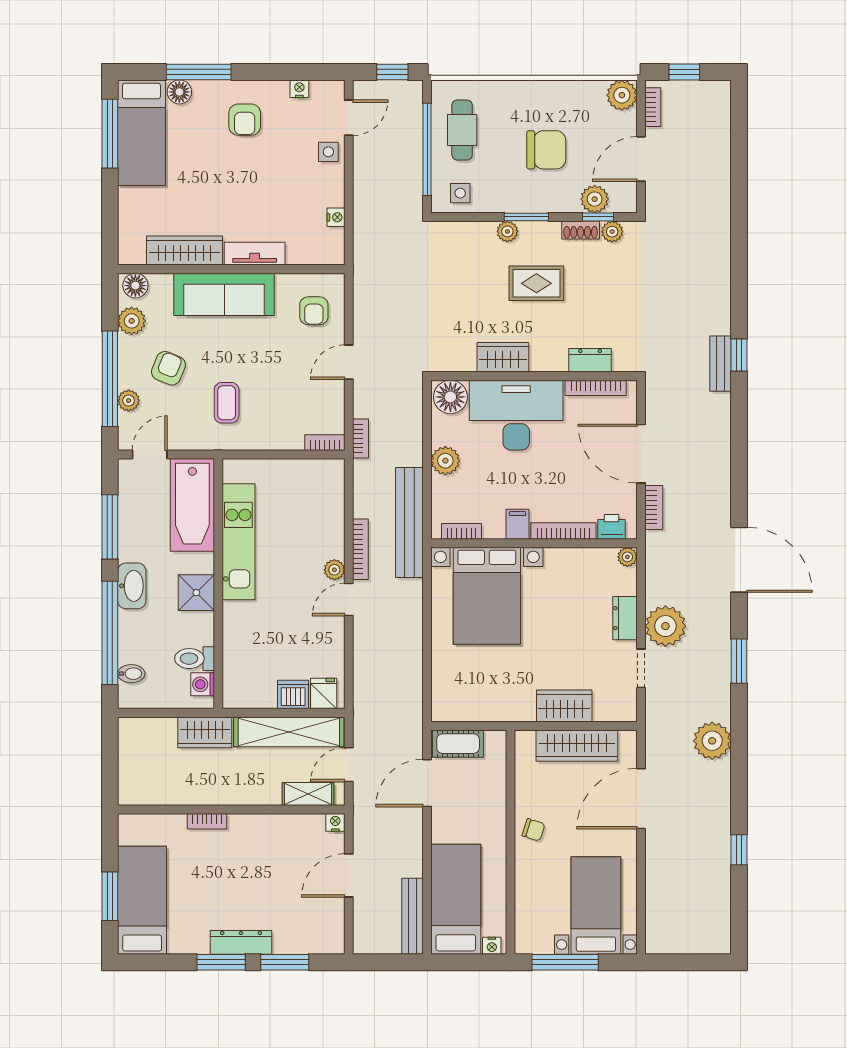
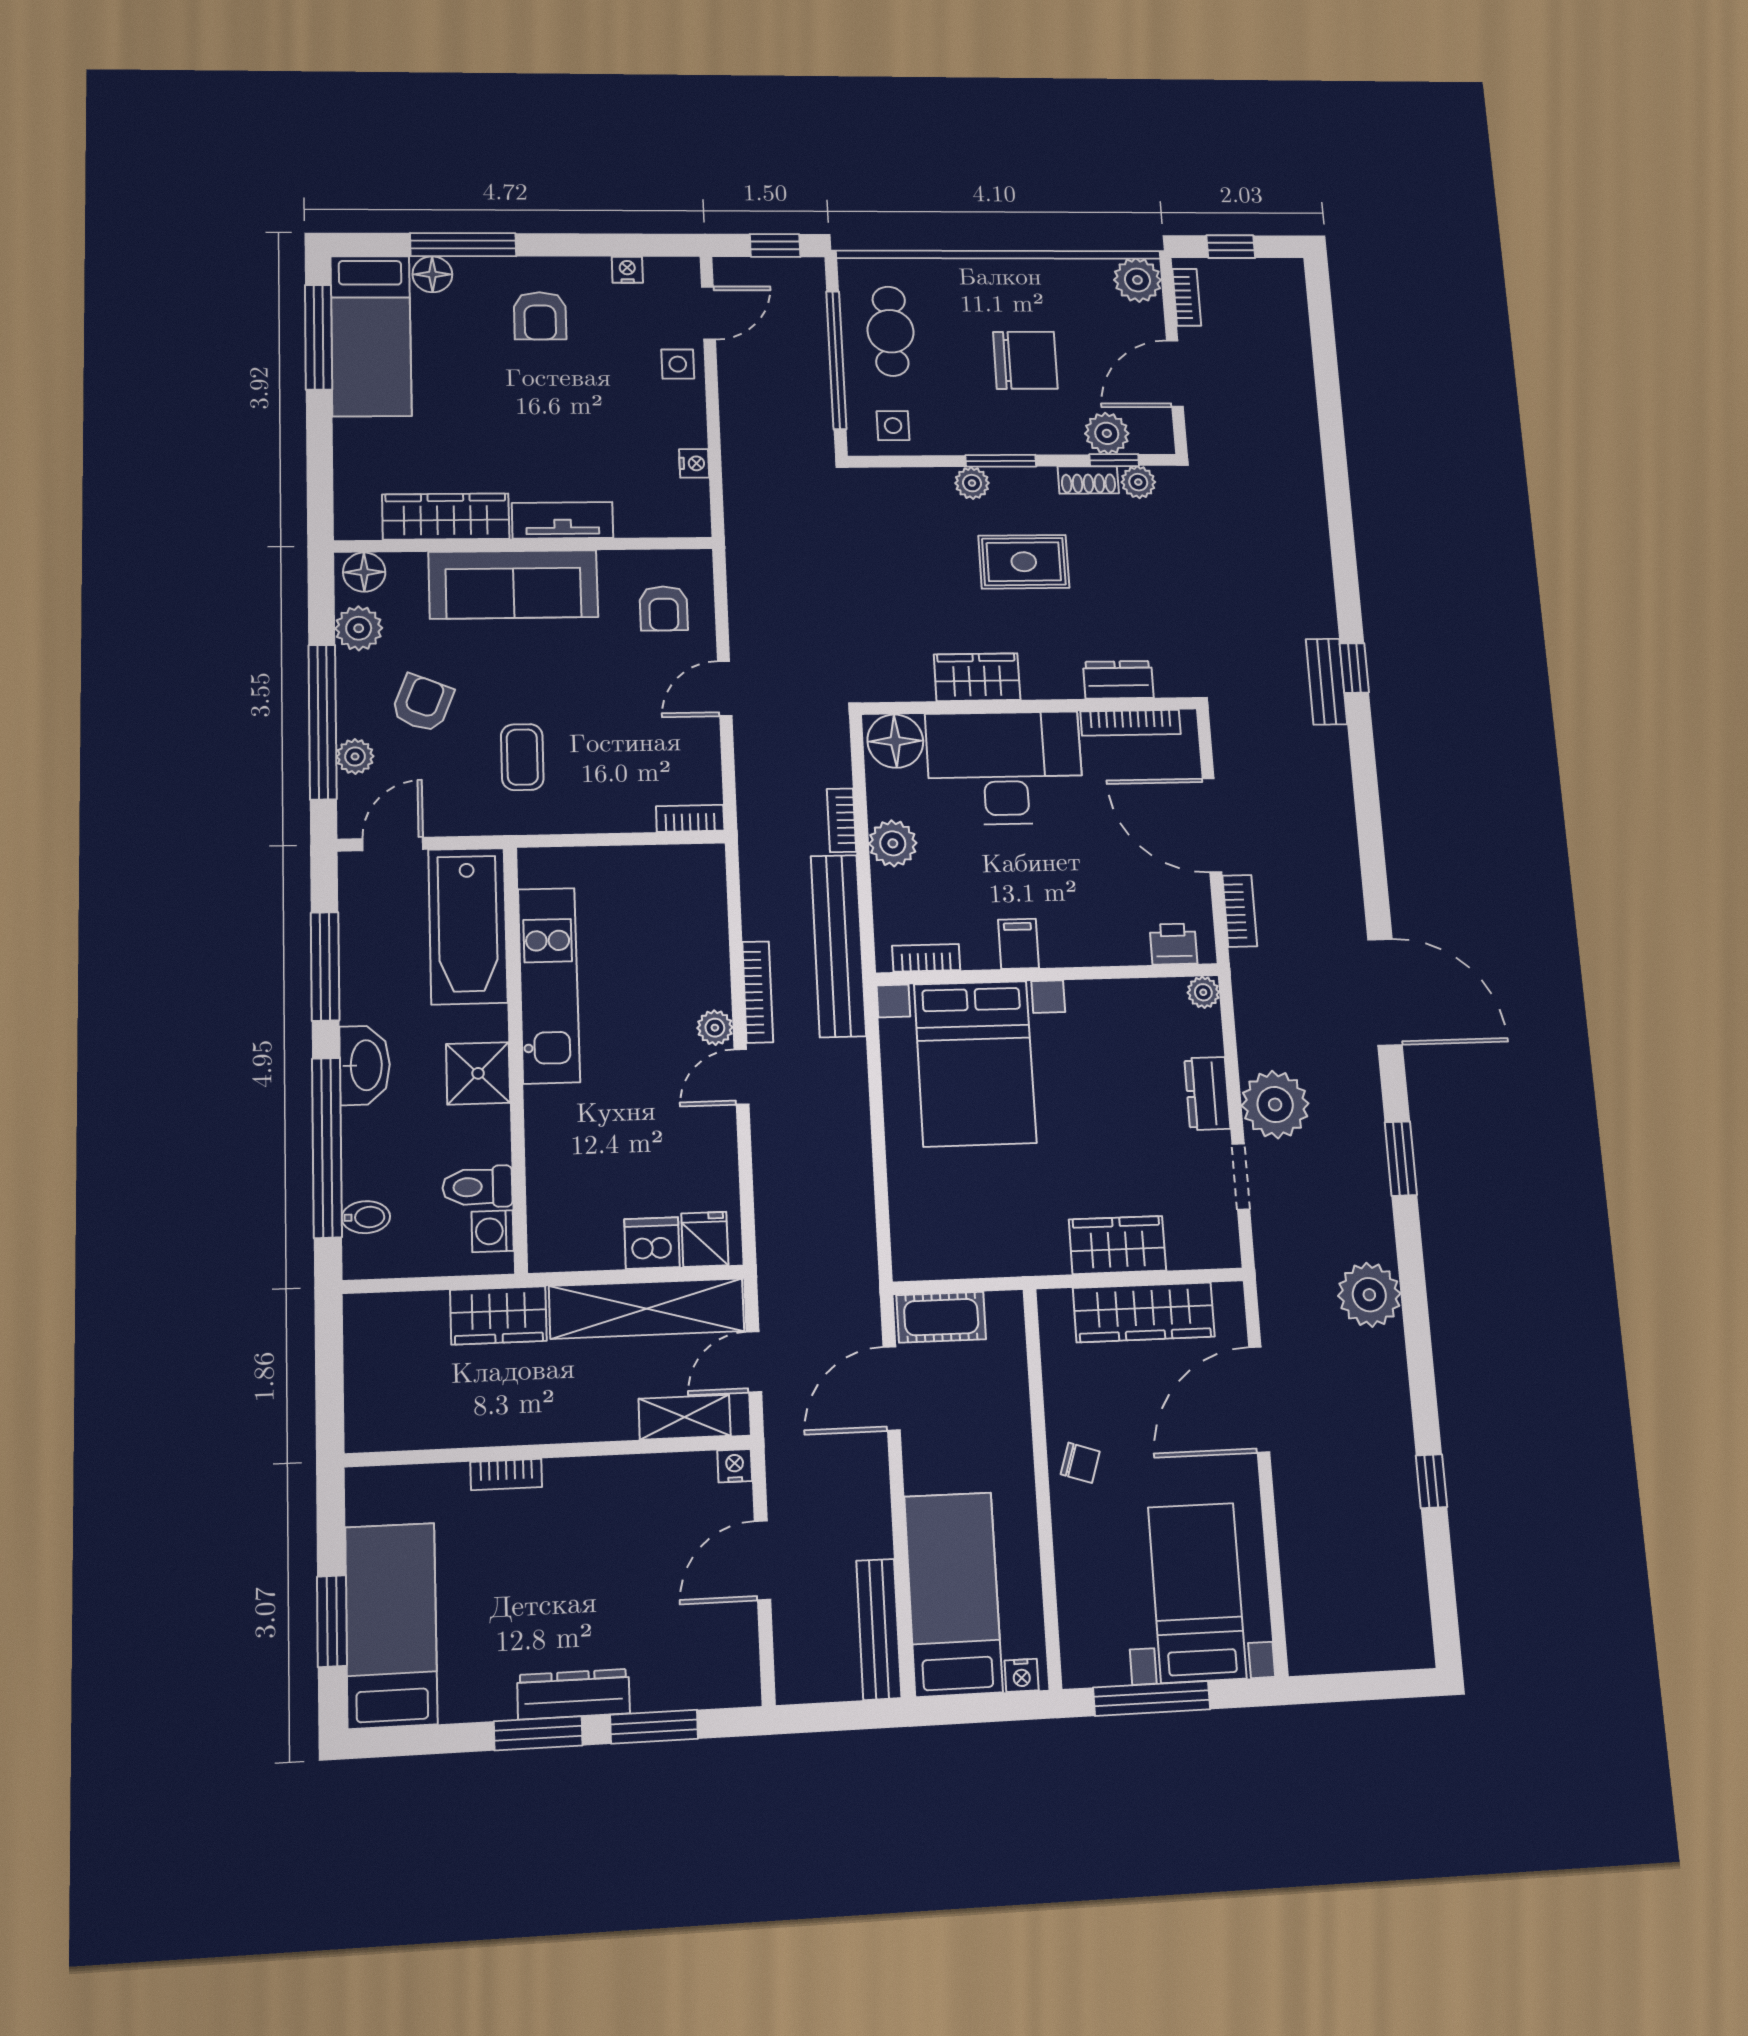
bookcase: (360, 438) -> (841, 820), moved, turned 180
bookcase: (563, 531) -> (1095, 953), removed

